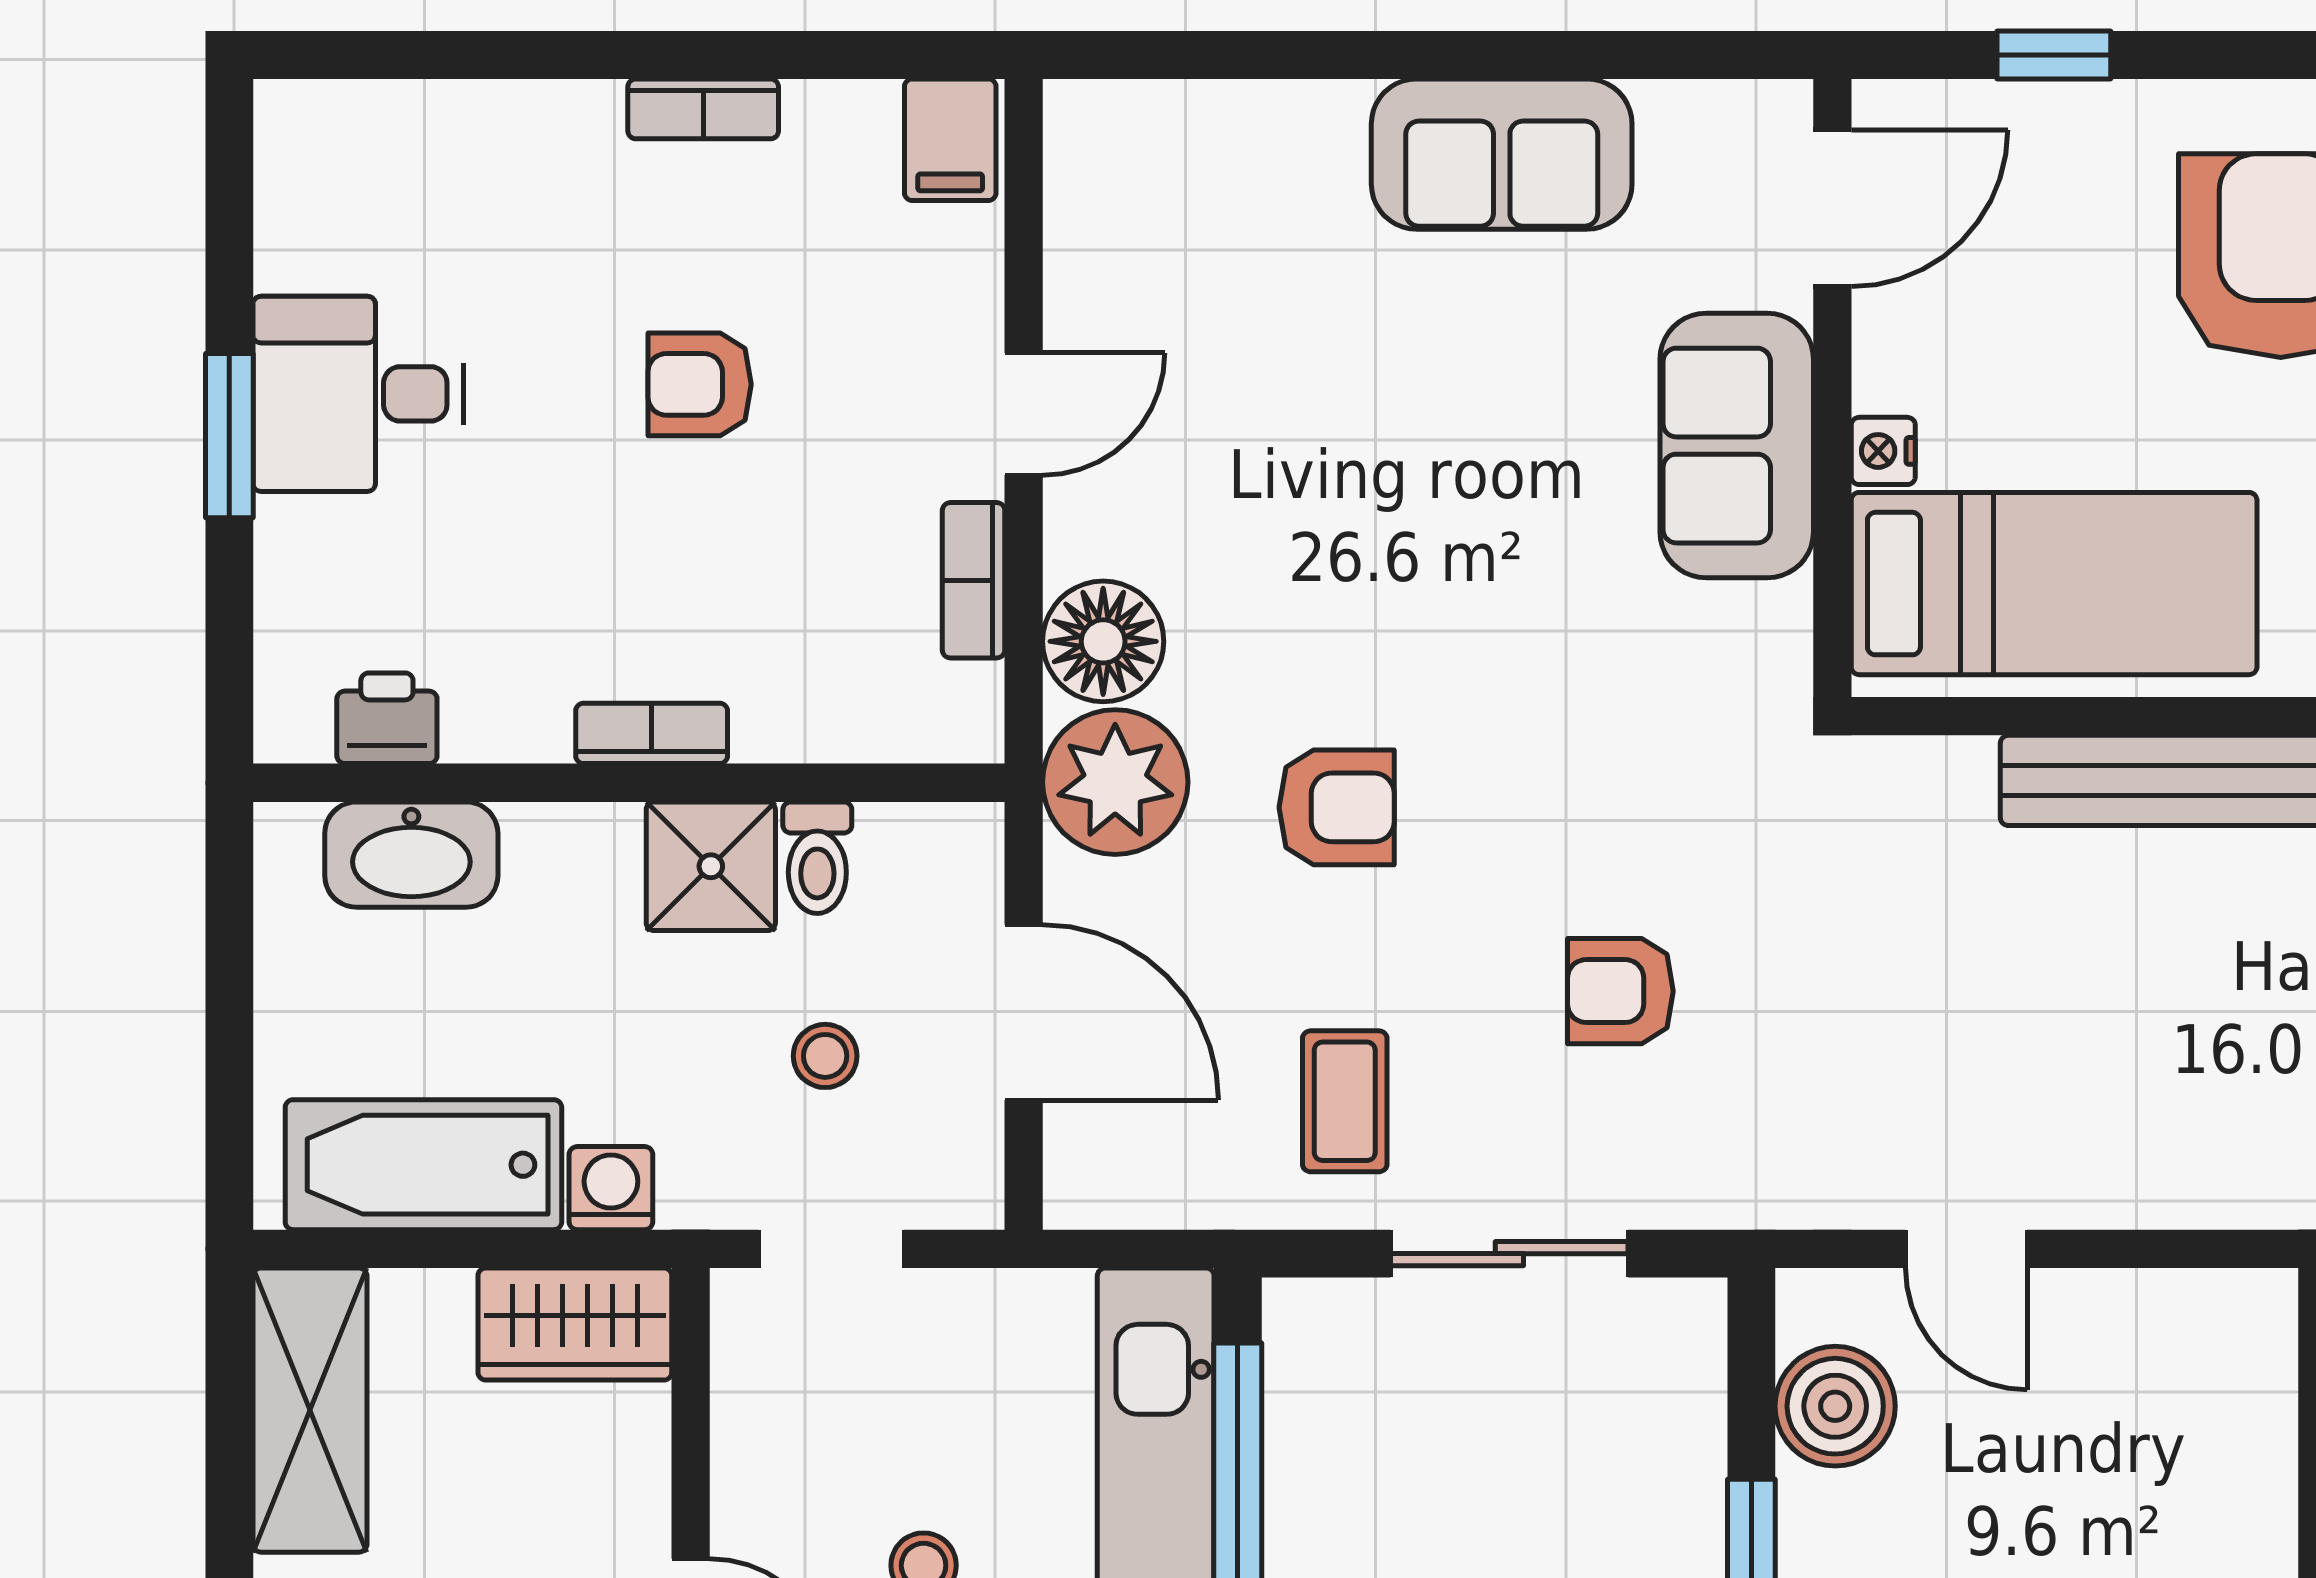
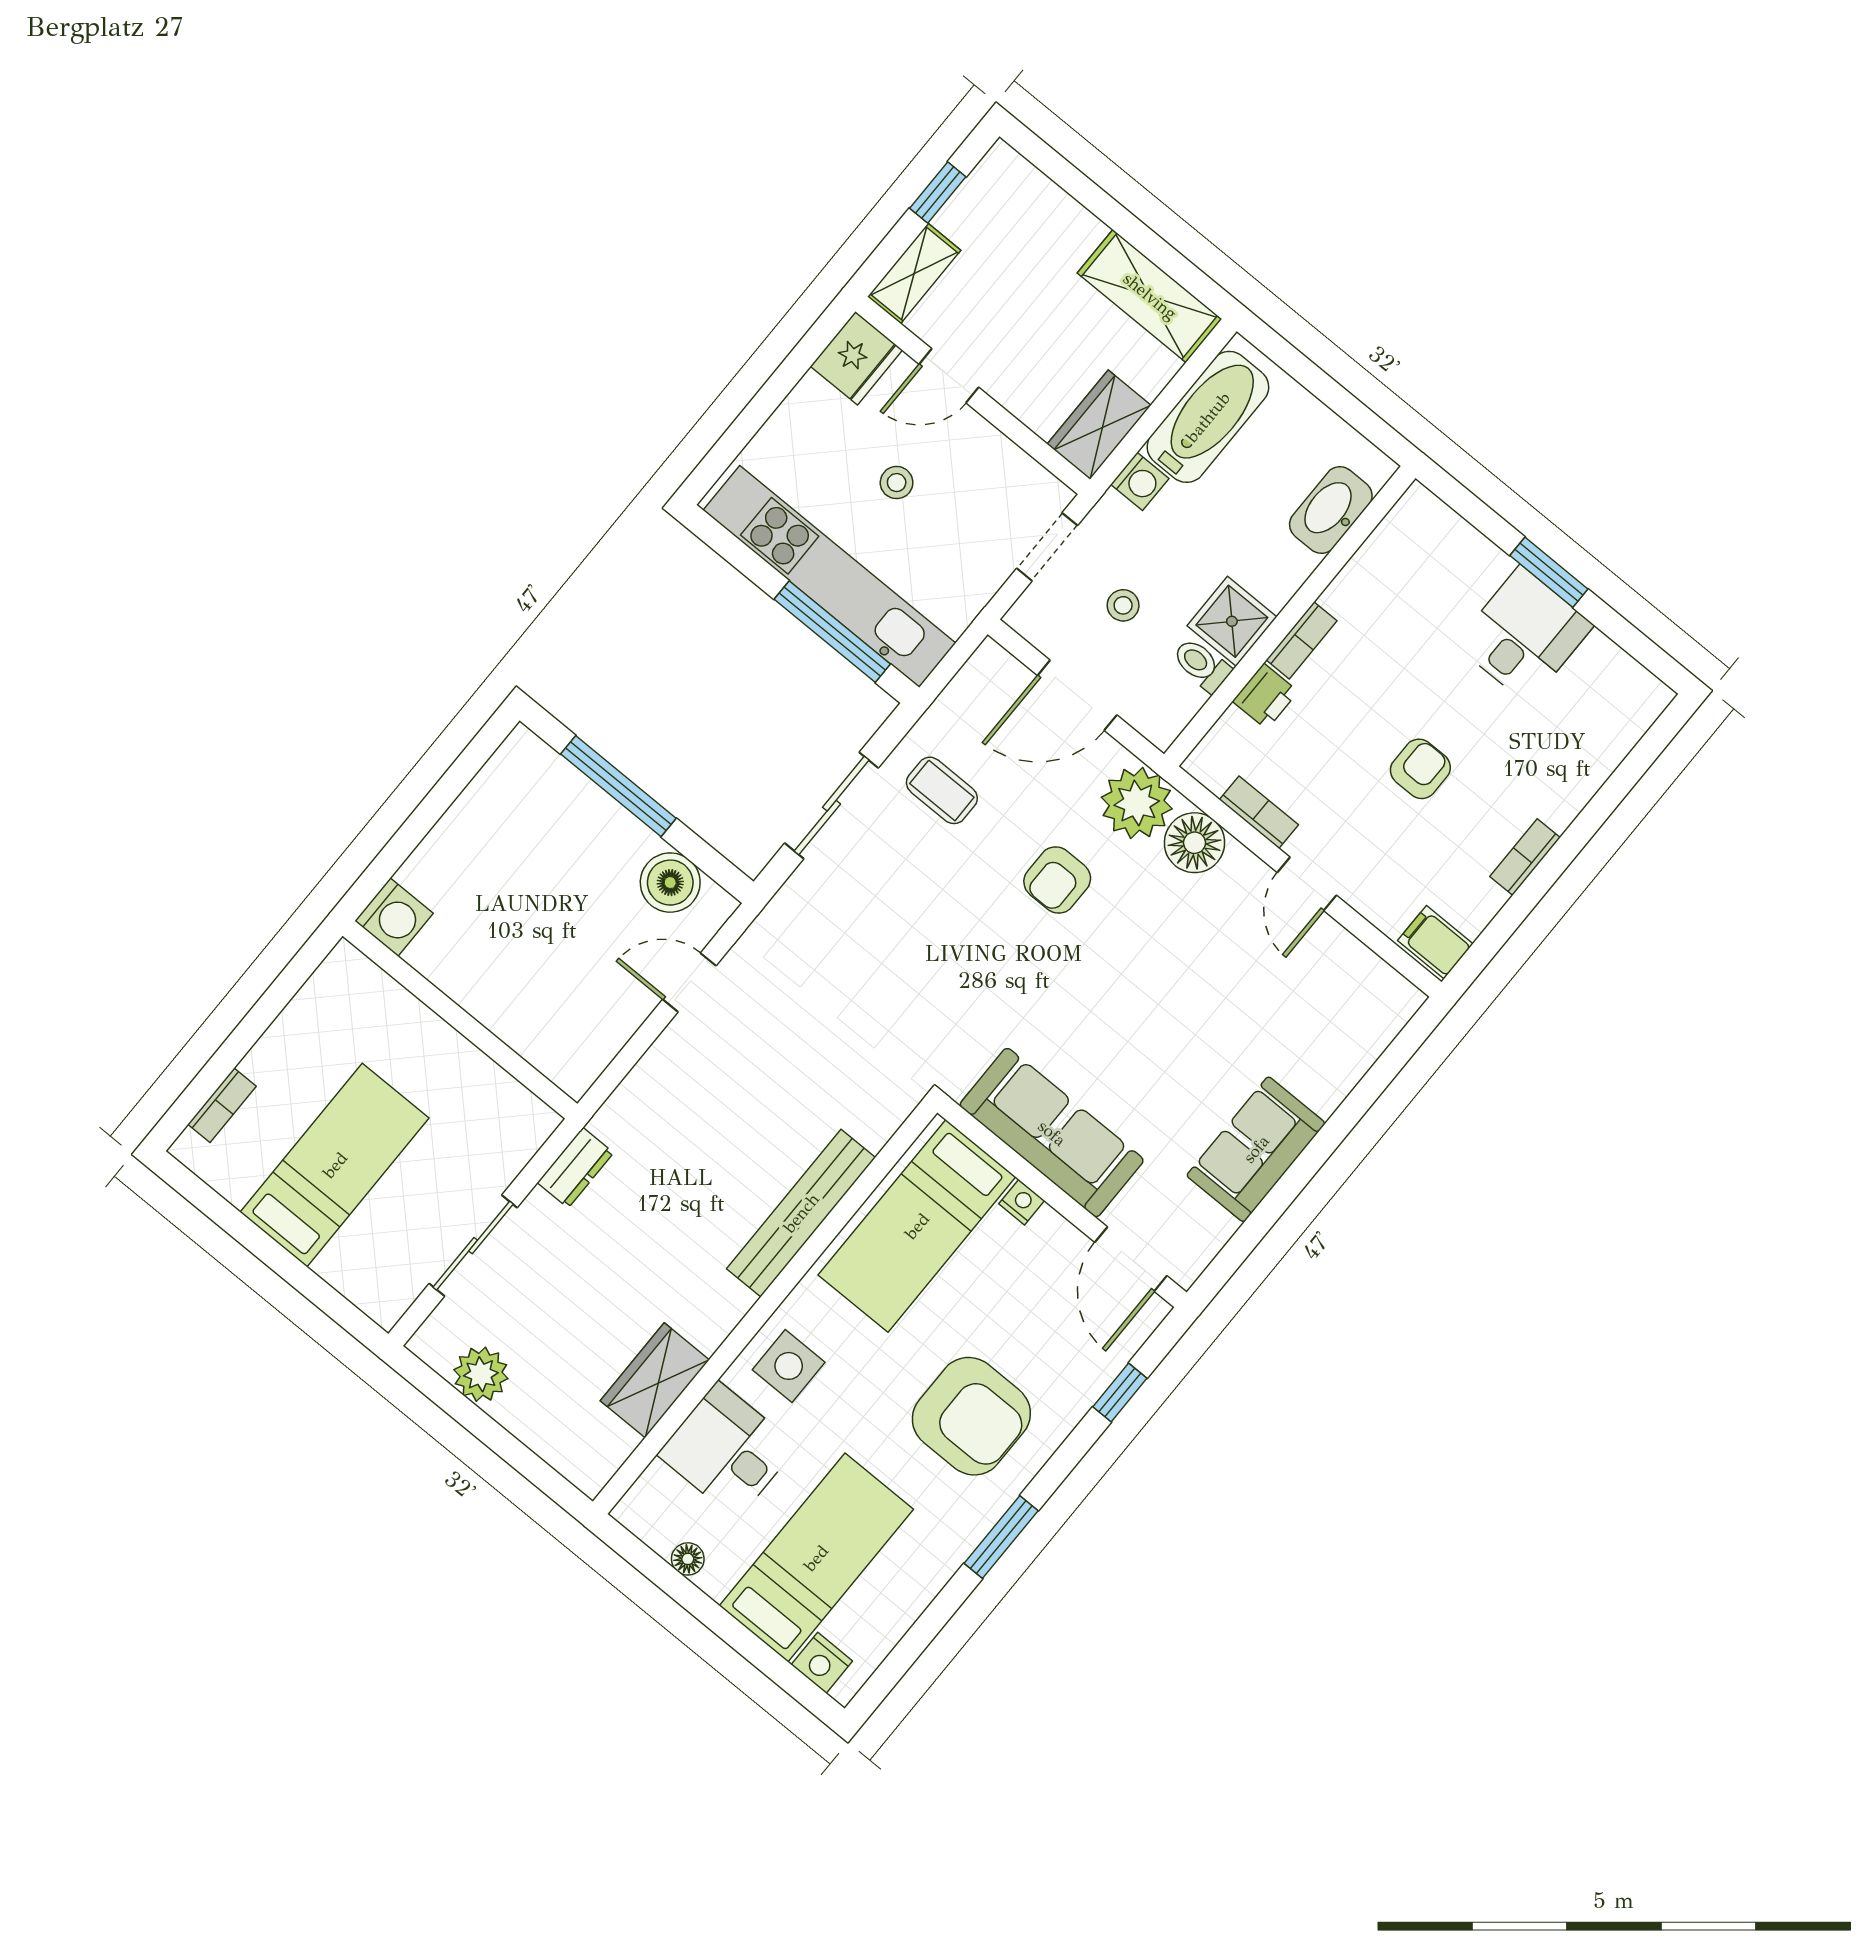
sofa: (1737, 446) -> (1052, 1133), width x1.36
printer: (387, 718) -> (1265, 696), moved
armchair: (1620, 991) -> (897, 931), removed

